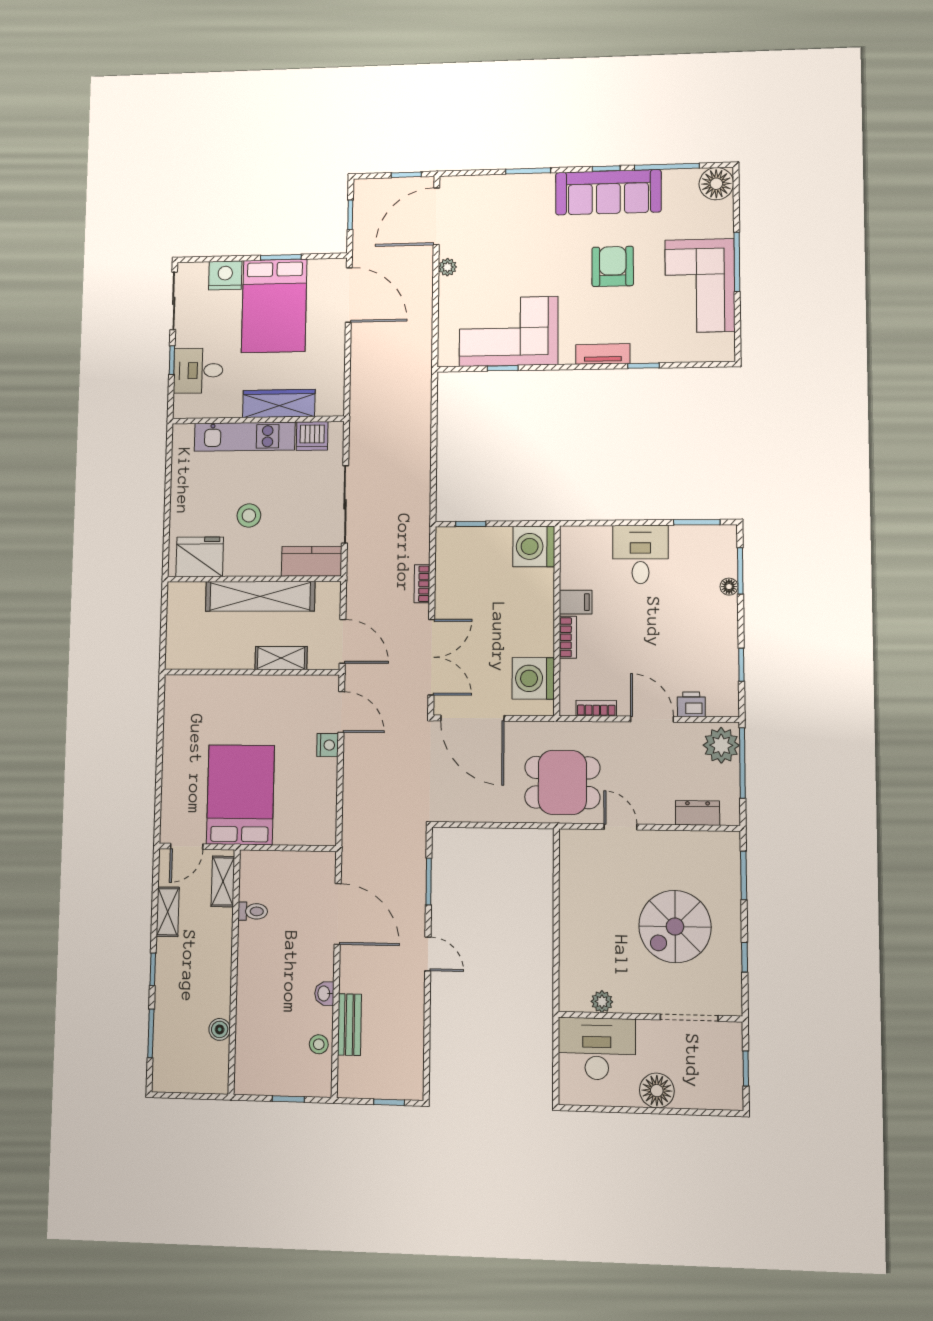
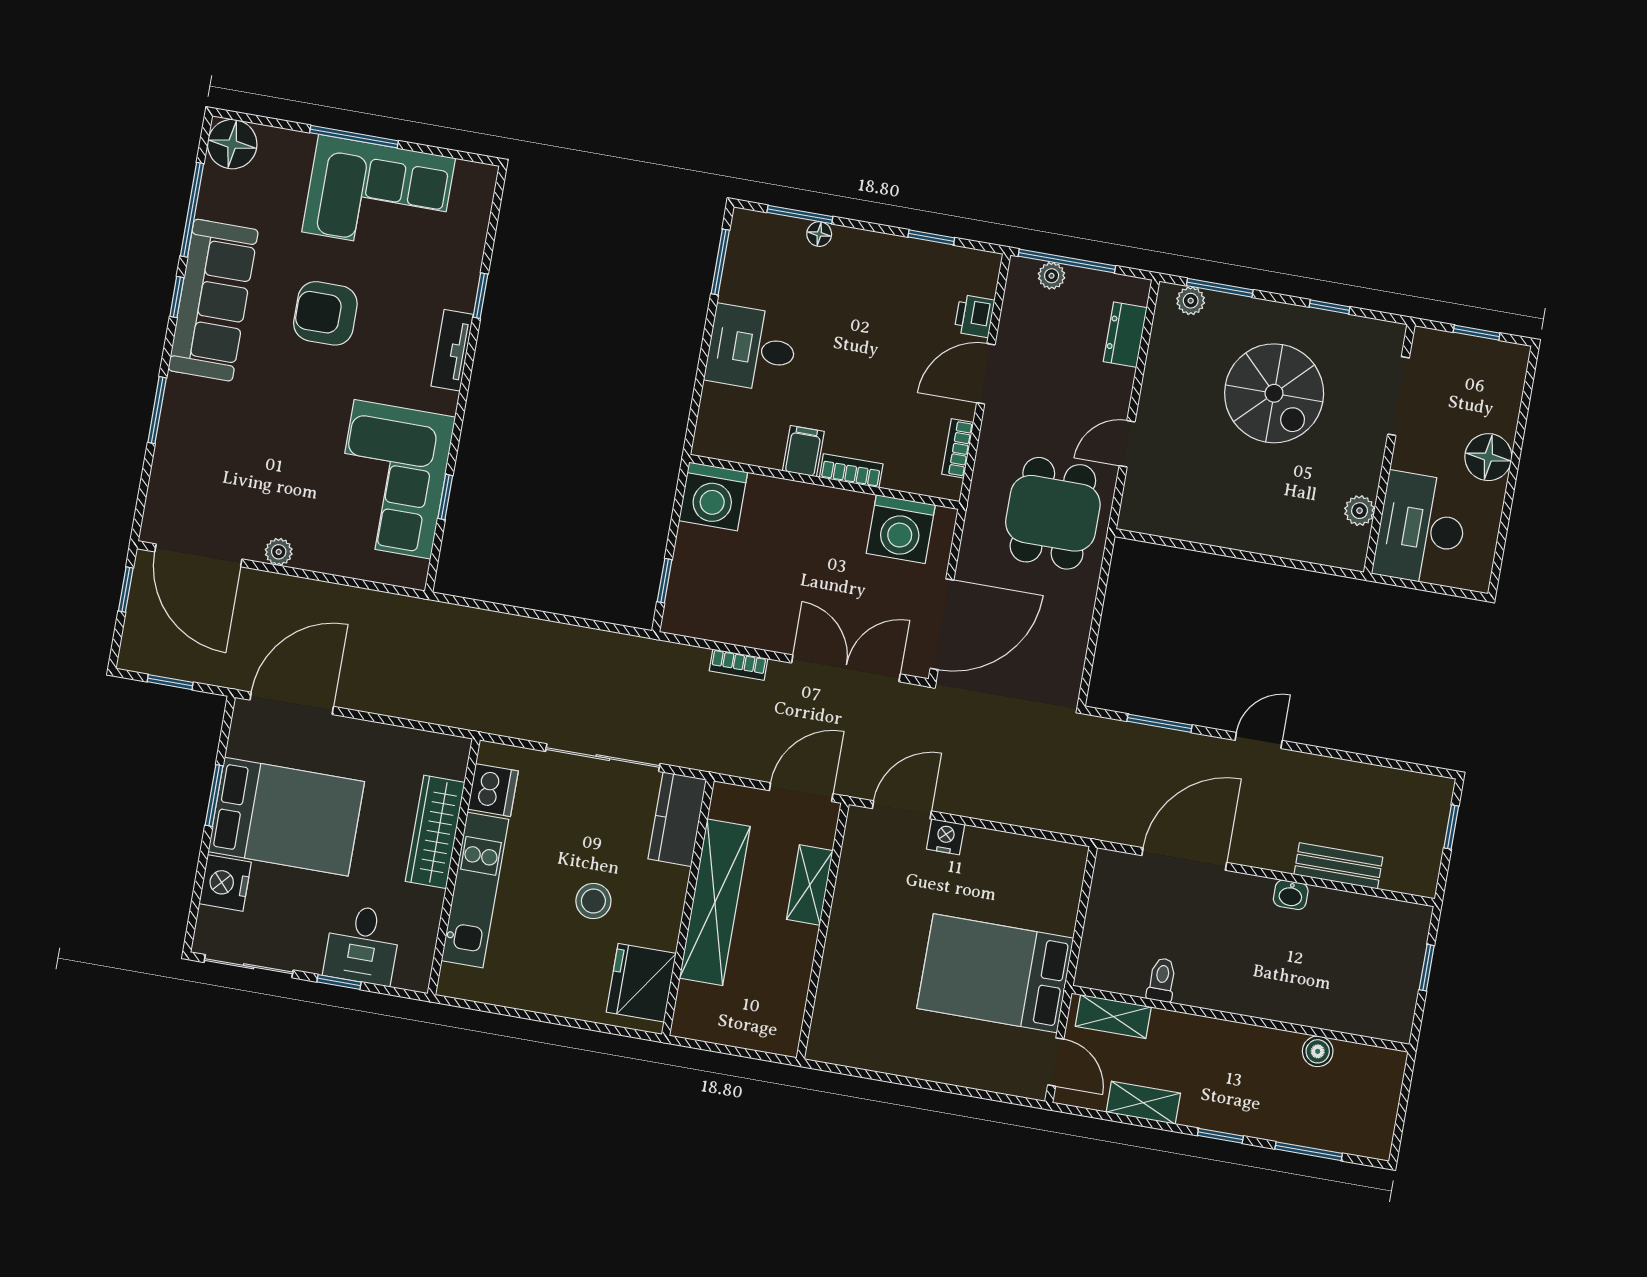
plant: (721, 745) -> (1052, 276), width x0.53, depth x0.53
plant: (730, 856) -> (1191, 301), added
stool: (319, 1044) -> (1359, 913), removed

